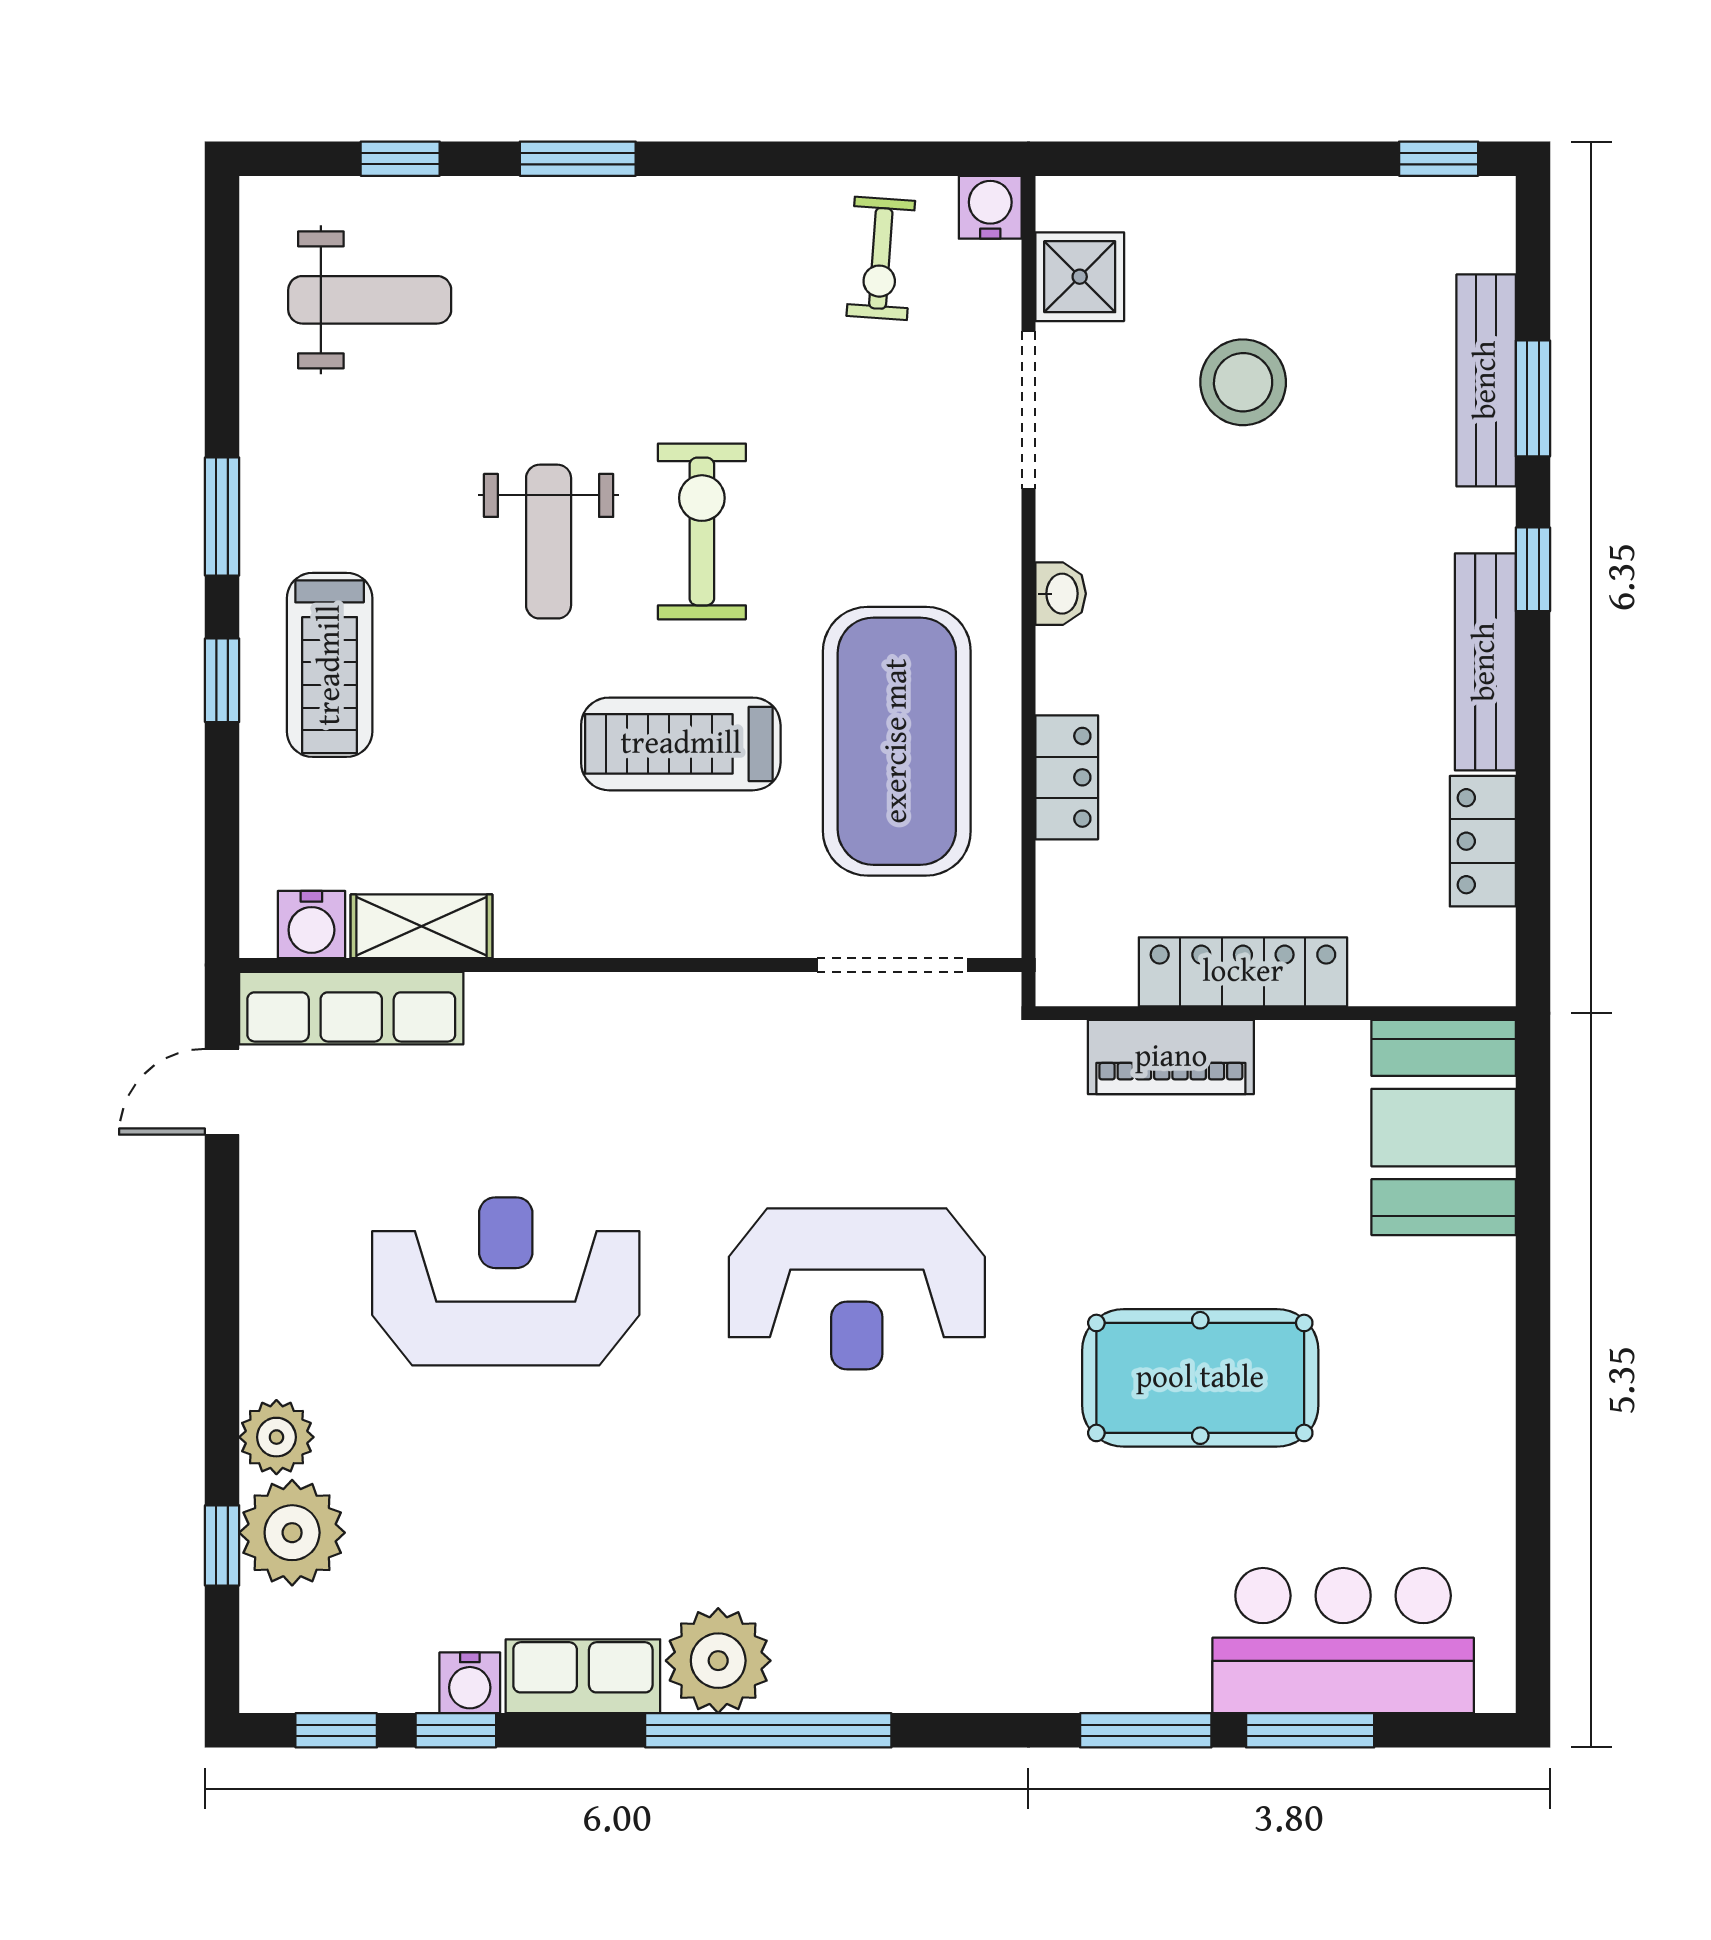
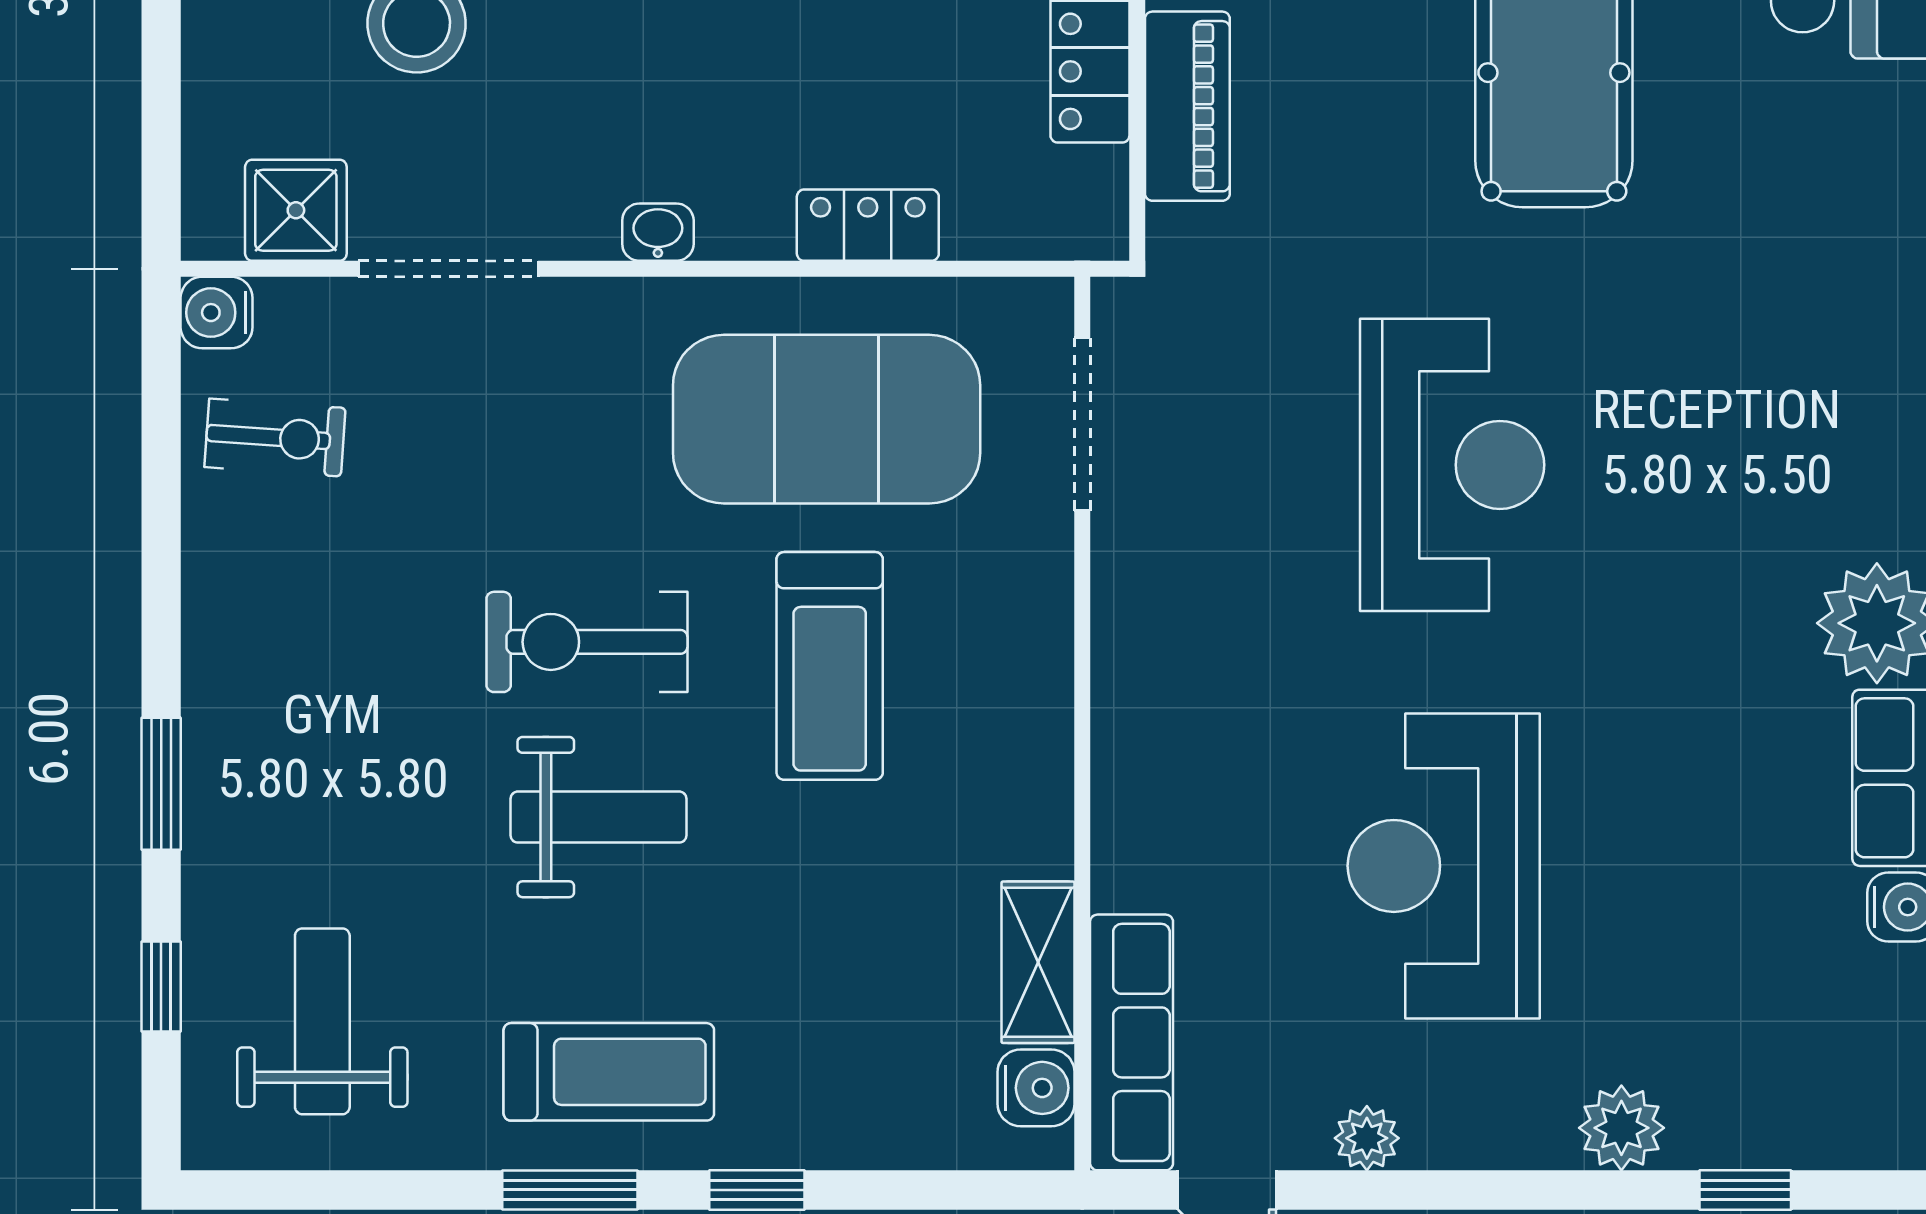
treadmill: (330, 665) -> (609, 1072), moved
plant: (292, 1533) -> (1367, 1138), moved, width x0.53, depth x0.53

